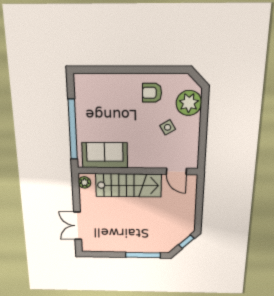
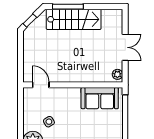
stairs: (128, 185) -> (74, 19), moved, turned 180
double door: (78, 226) -> (125, 47), moved

